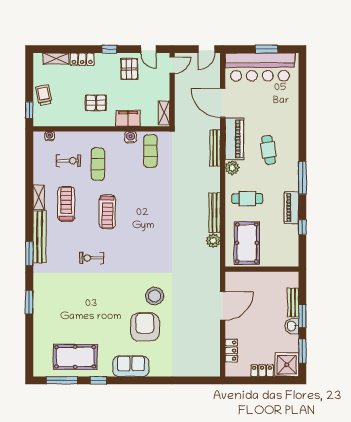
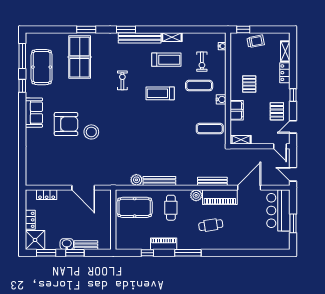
bar counter: (260, 67) -> (278, 210), width x0.73
pallet: (129, 69) -> (277, 111), turned 90
water cooler: (130, 137) -> (221, 99), moved
table tennis table: (63, 310) -> (80, 57), added

